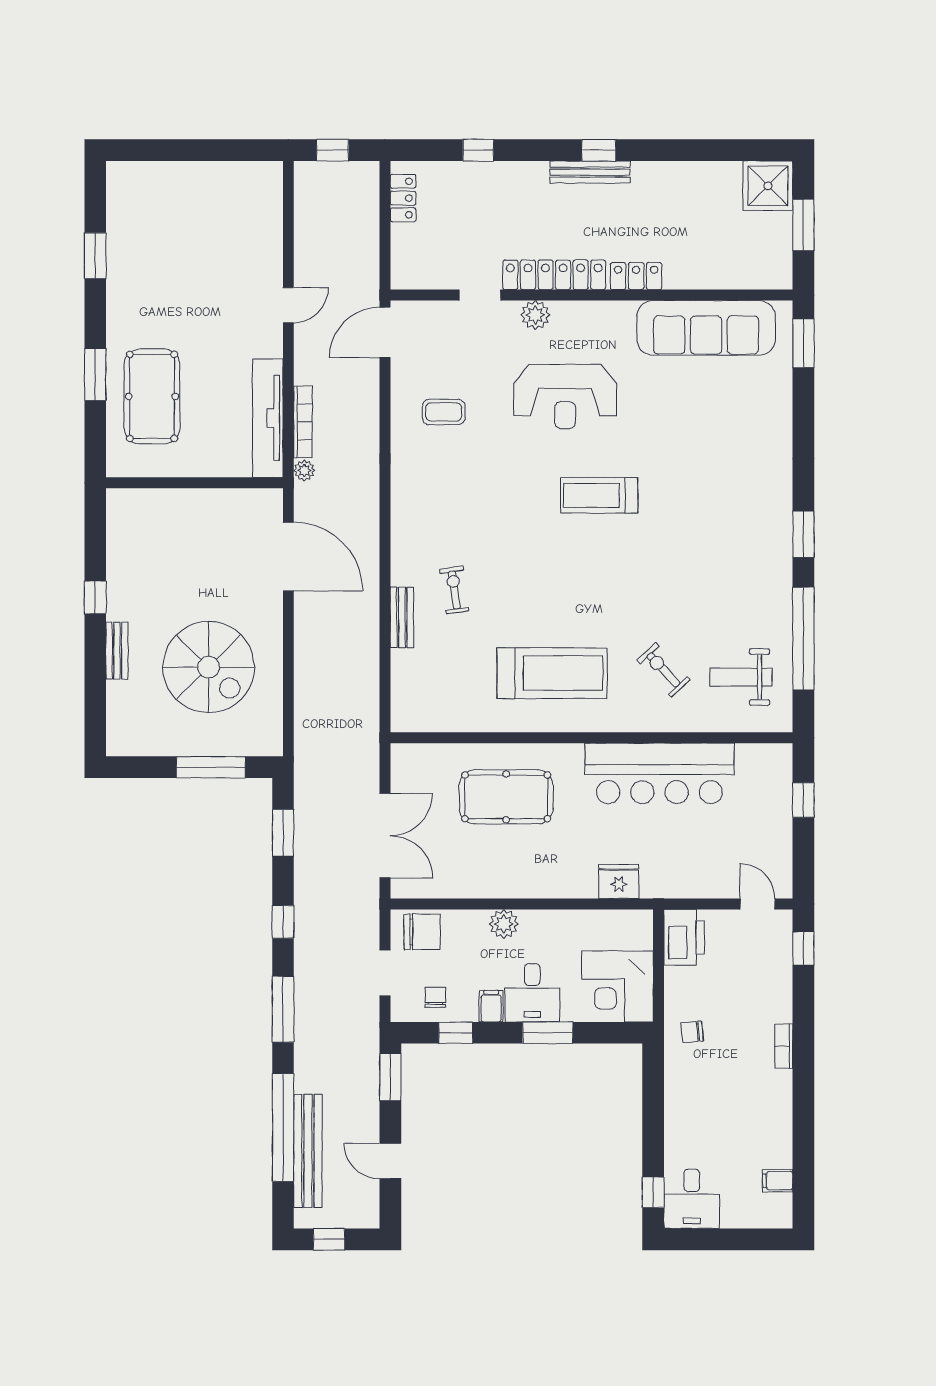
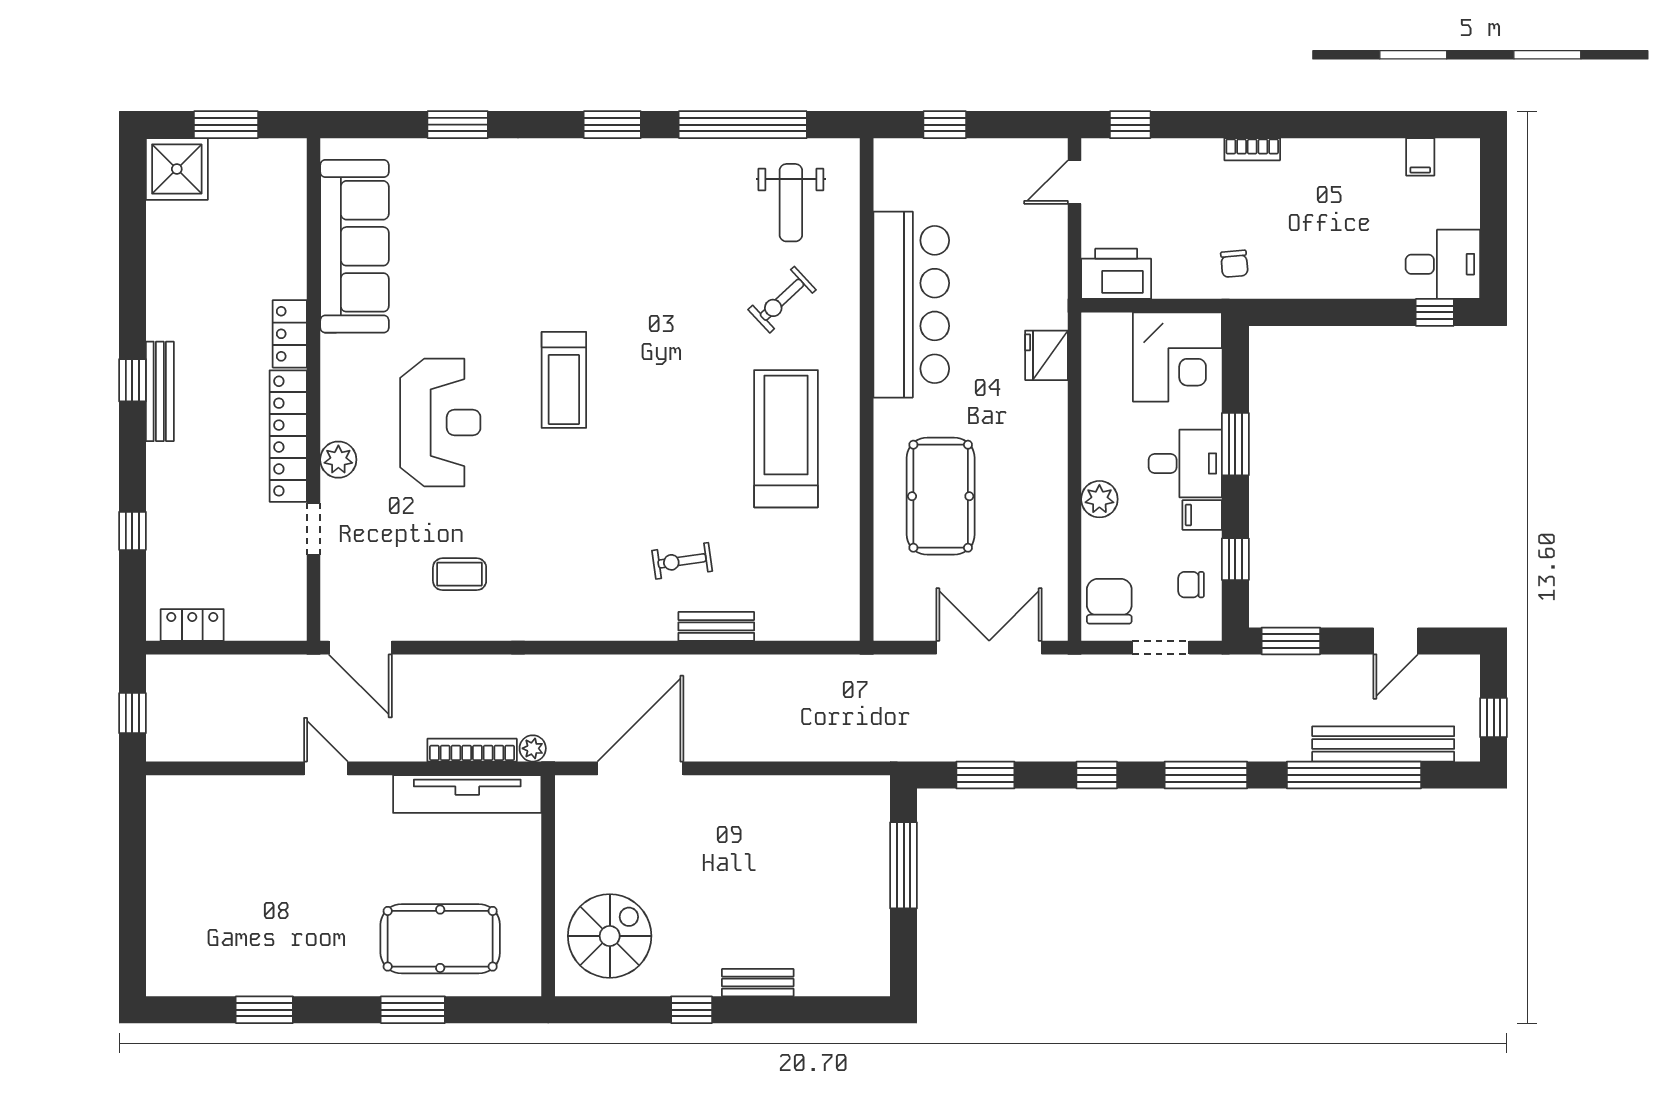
window: (803, 343) -> (458, 125), moved
coffee table: (444, 412) -> (460, 574), turned 90
spiral stairs: (209, 667) -> (610, 936), moved, width x0.73, depth x0.73

